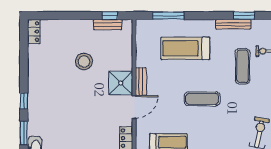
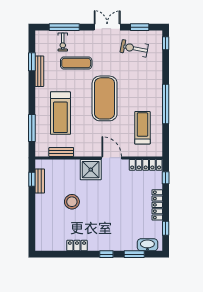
locker: (34, 32) -> (77, 246), moved
bench: (141, 82) -> (61, 152), moved
exercise mat: (202, 99) -> (105, 98), width x2.00, depth x1.45

